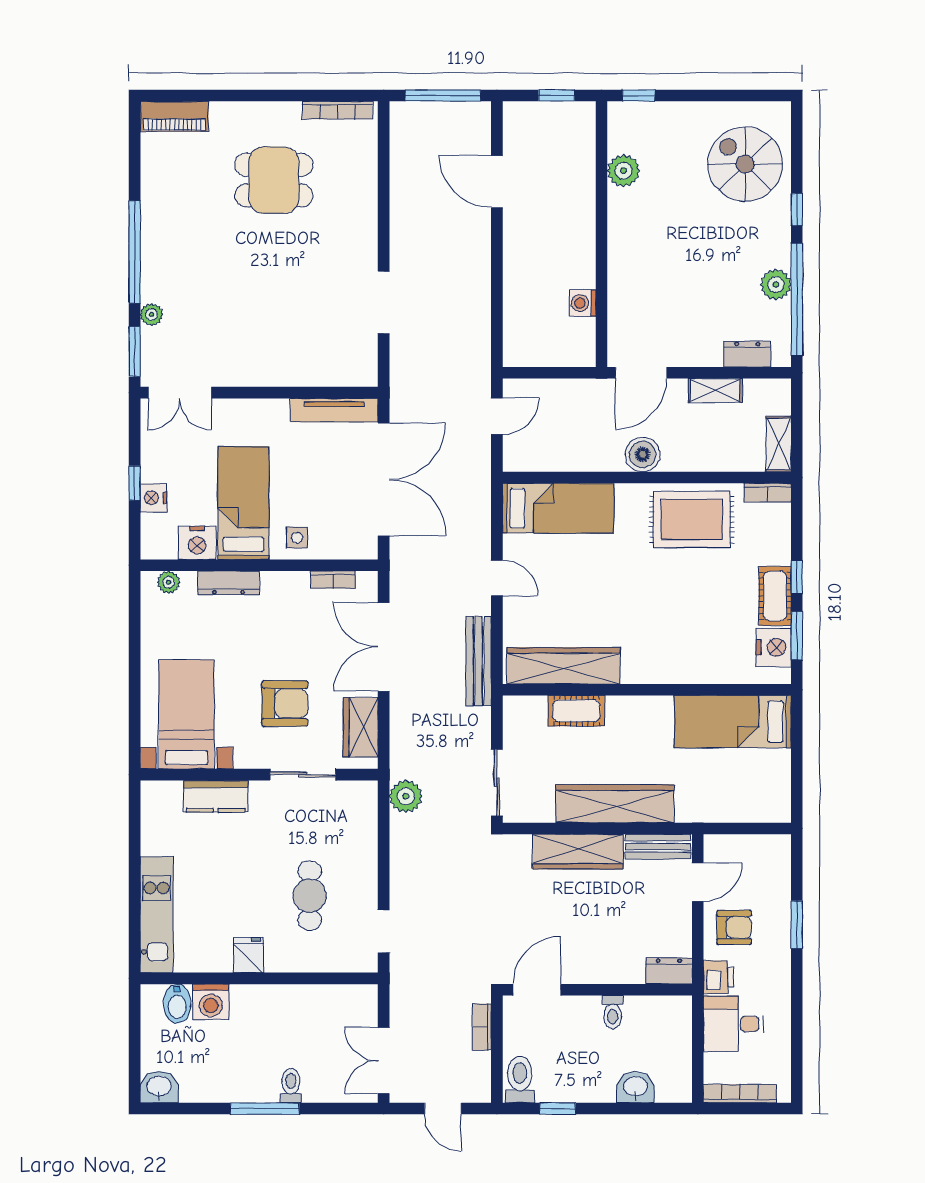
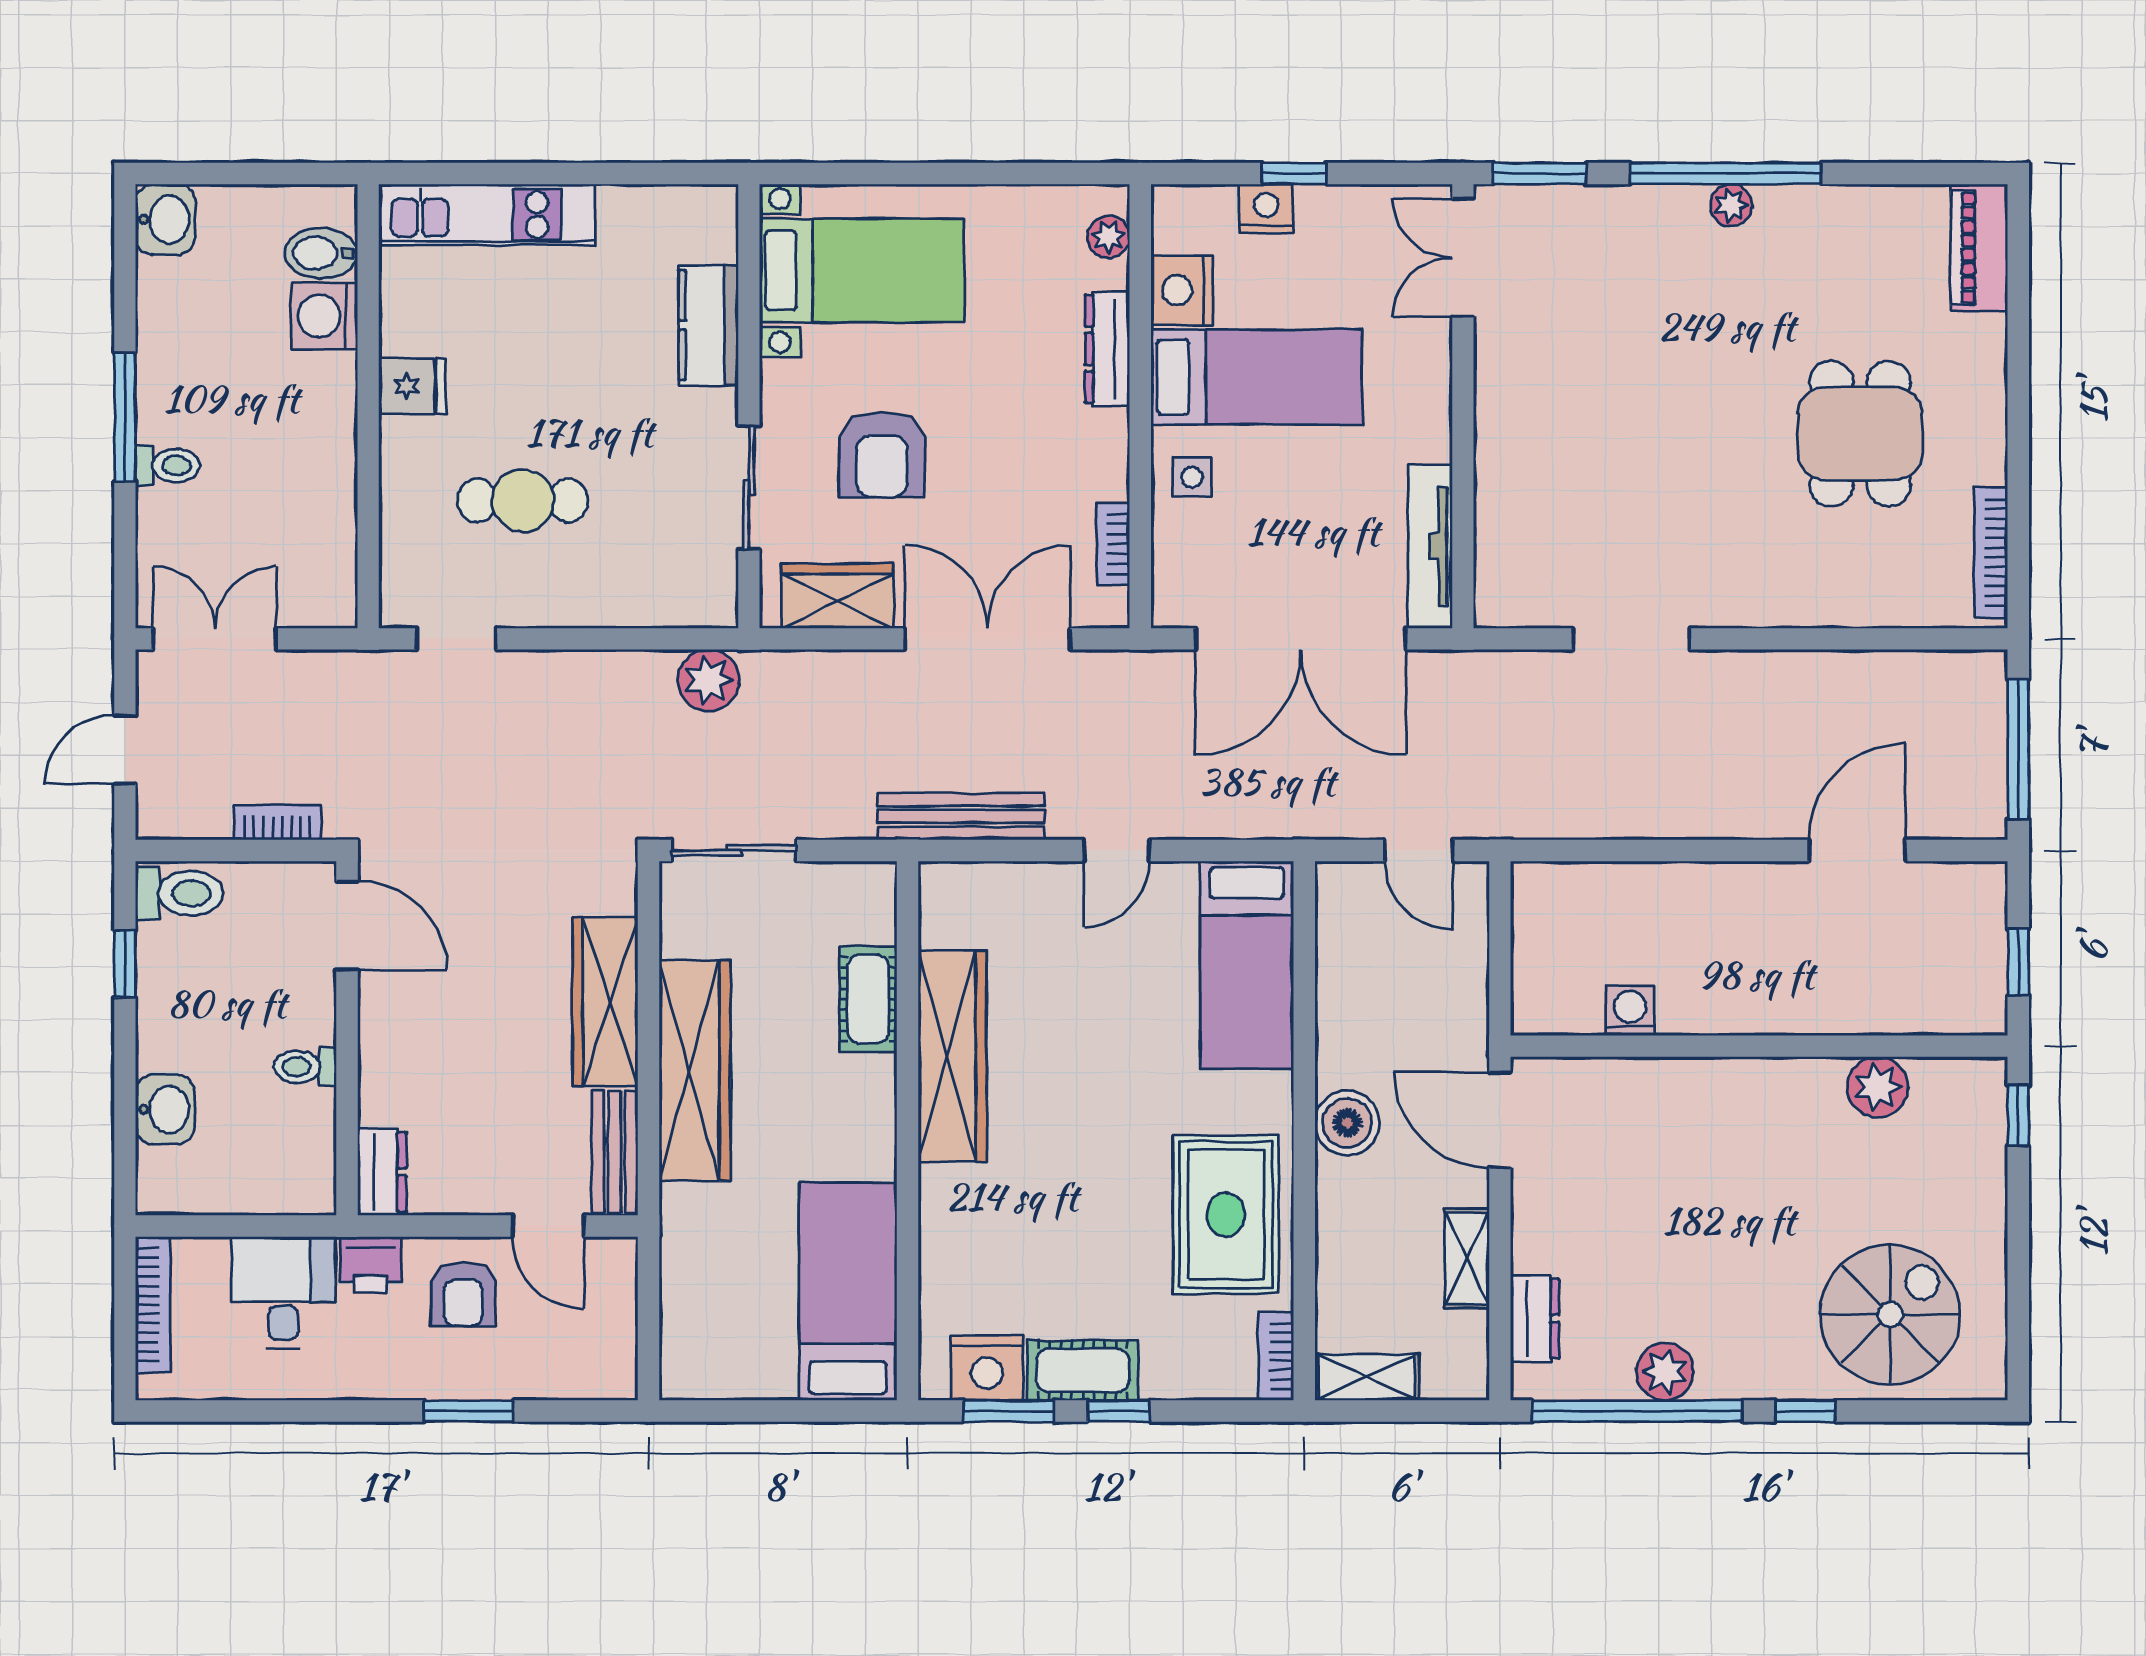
plant: (152, 314) -> (1731, 205), moved
wardrobe: (563, 666) -> (952, 1056), moved

